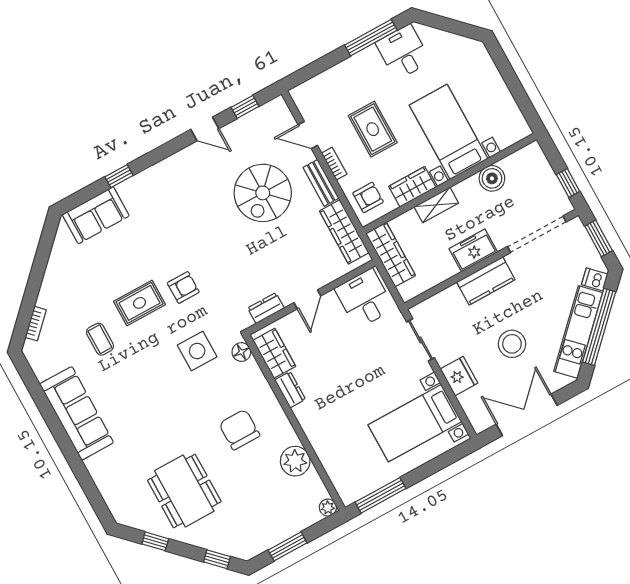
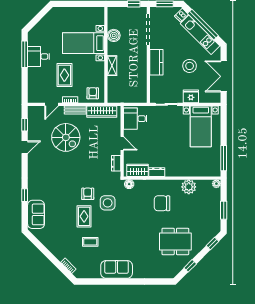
desk: (403, 52) -> (39, 56), moved
rug: (373, 129) -> (64, 75), turned 90
wardrobe: (412, 187) -> (99, 72), removed
freezer: (473, 250) -> (140, 61), removed
wardrobe: (391, 254) -> (122, 97), removed
side table: (197, 351) -> (108, 203), moved
sofa: (77, 413) -> (117, 269), width x0.73

